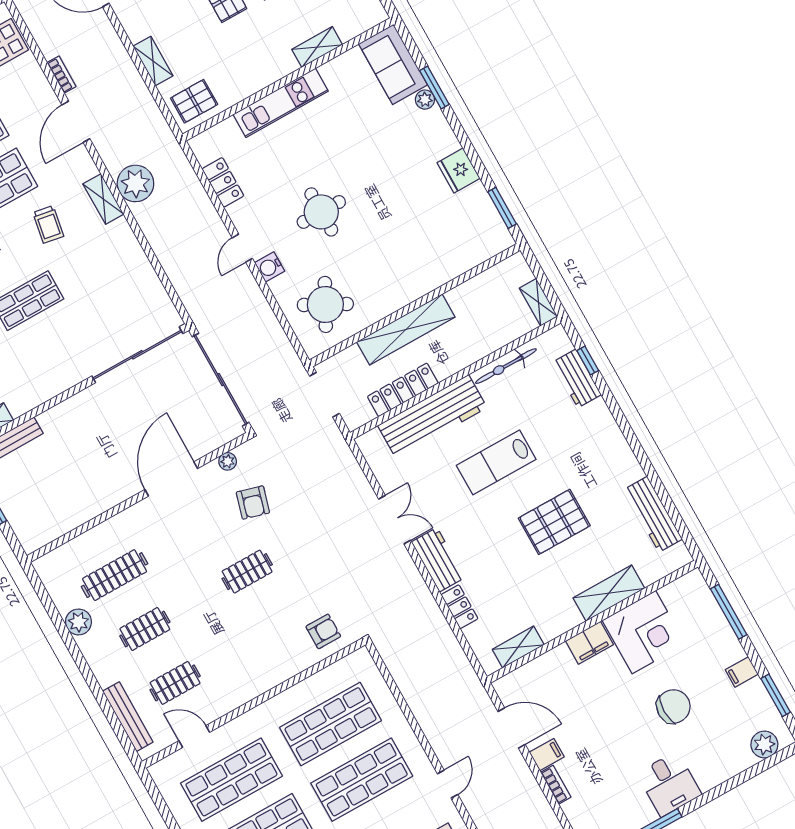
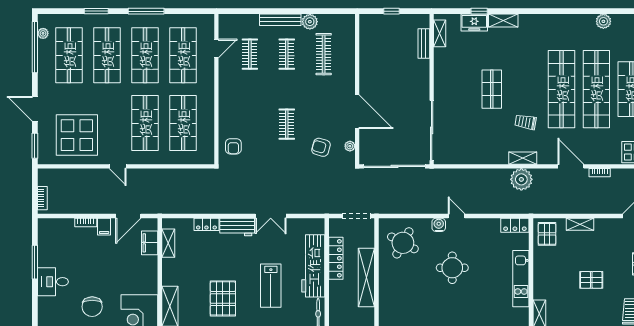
locker: (223, 182) -> (515, 225), moved
lab bench: (496, 462) -> (271, 286), turned 180
filing cabinet: (589, 643) -> (150, 243), moved
bench: (128, 717) -> (280, 20), moved

